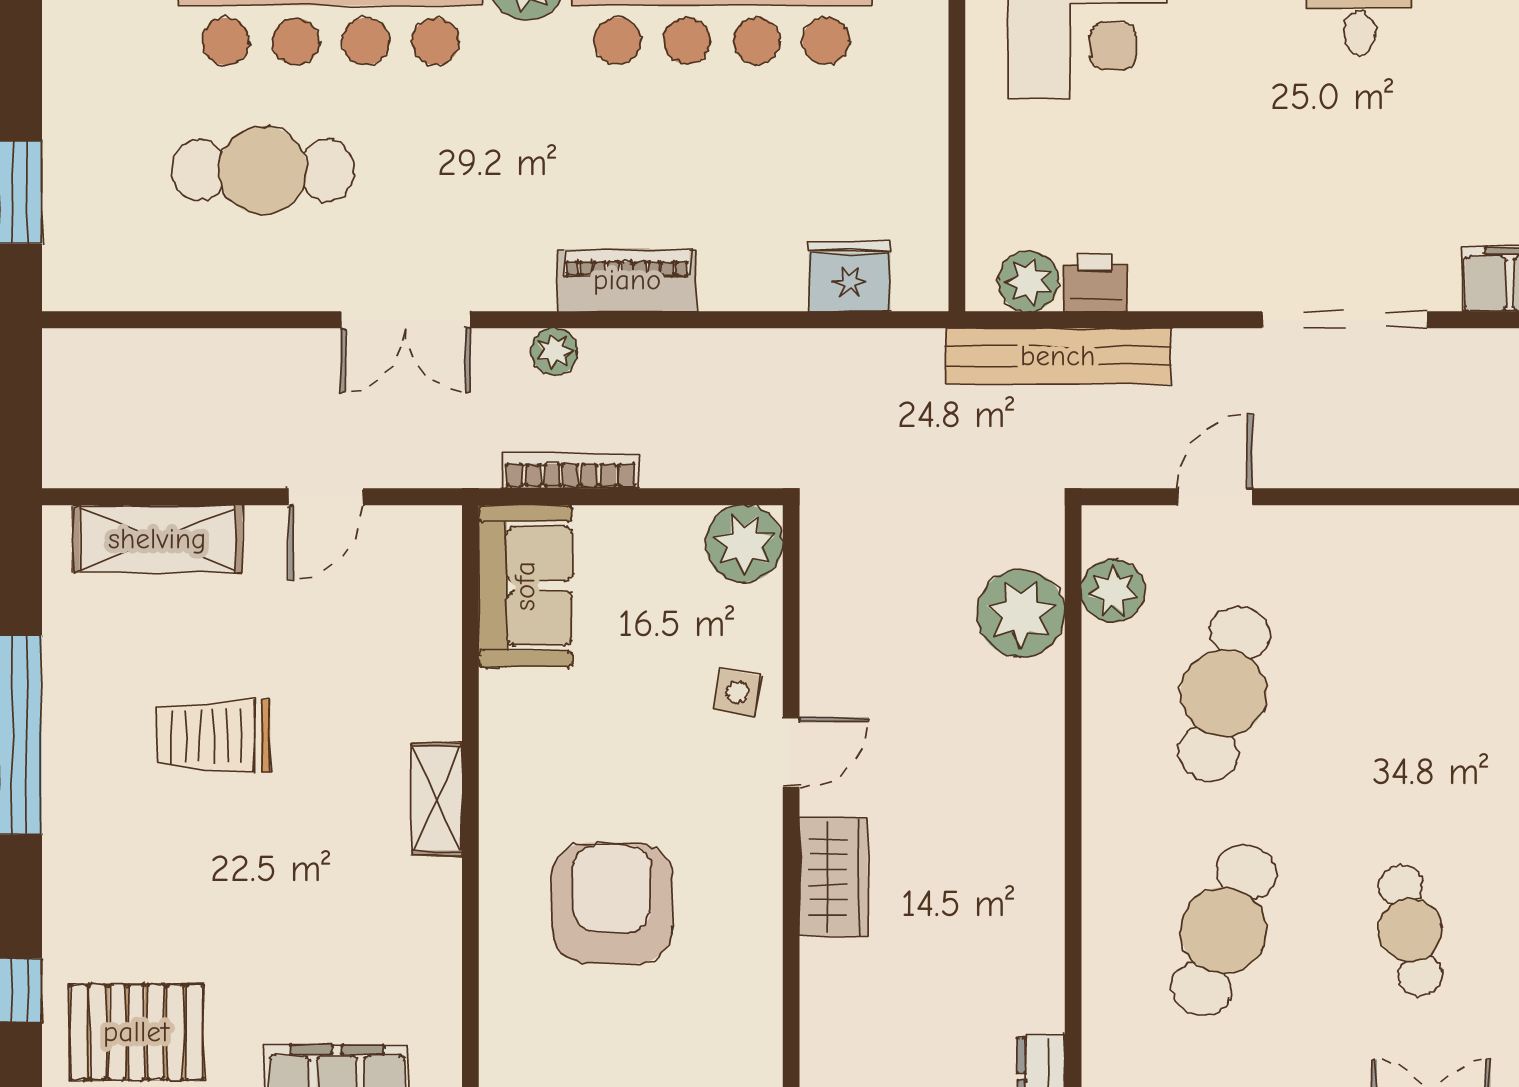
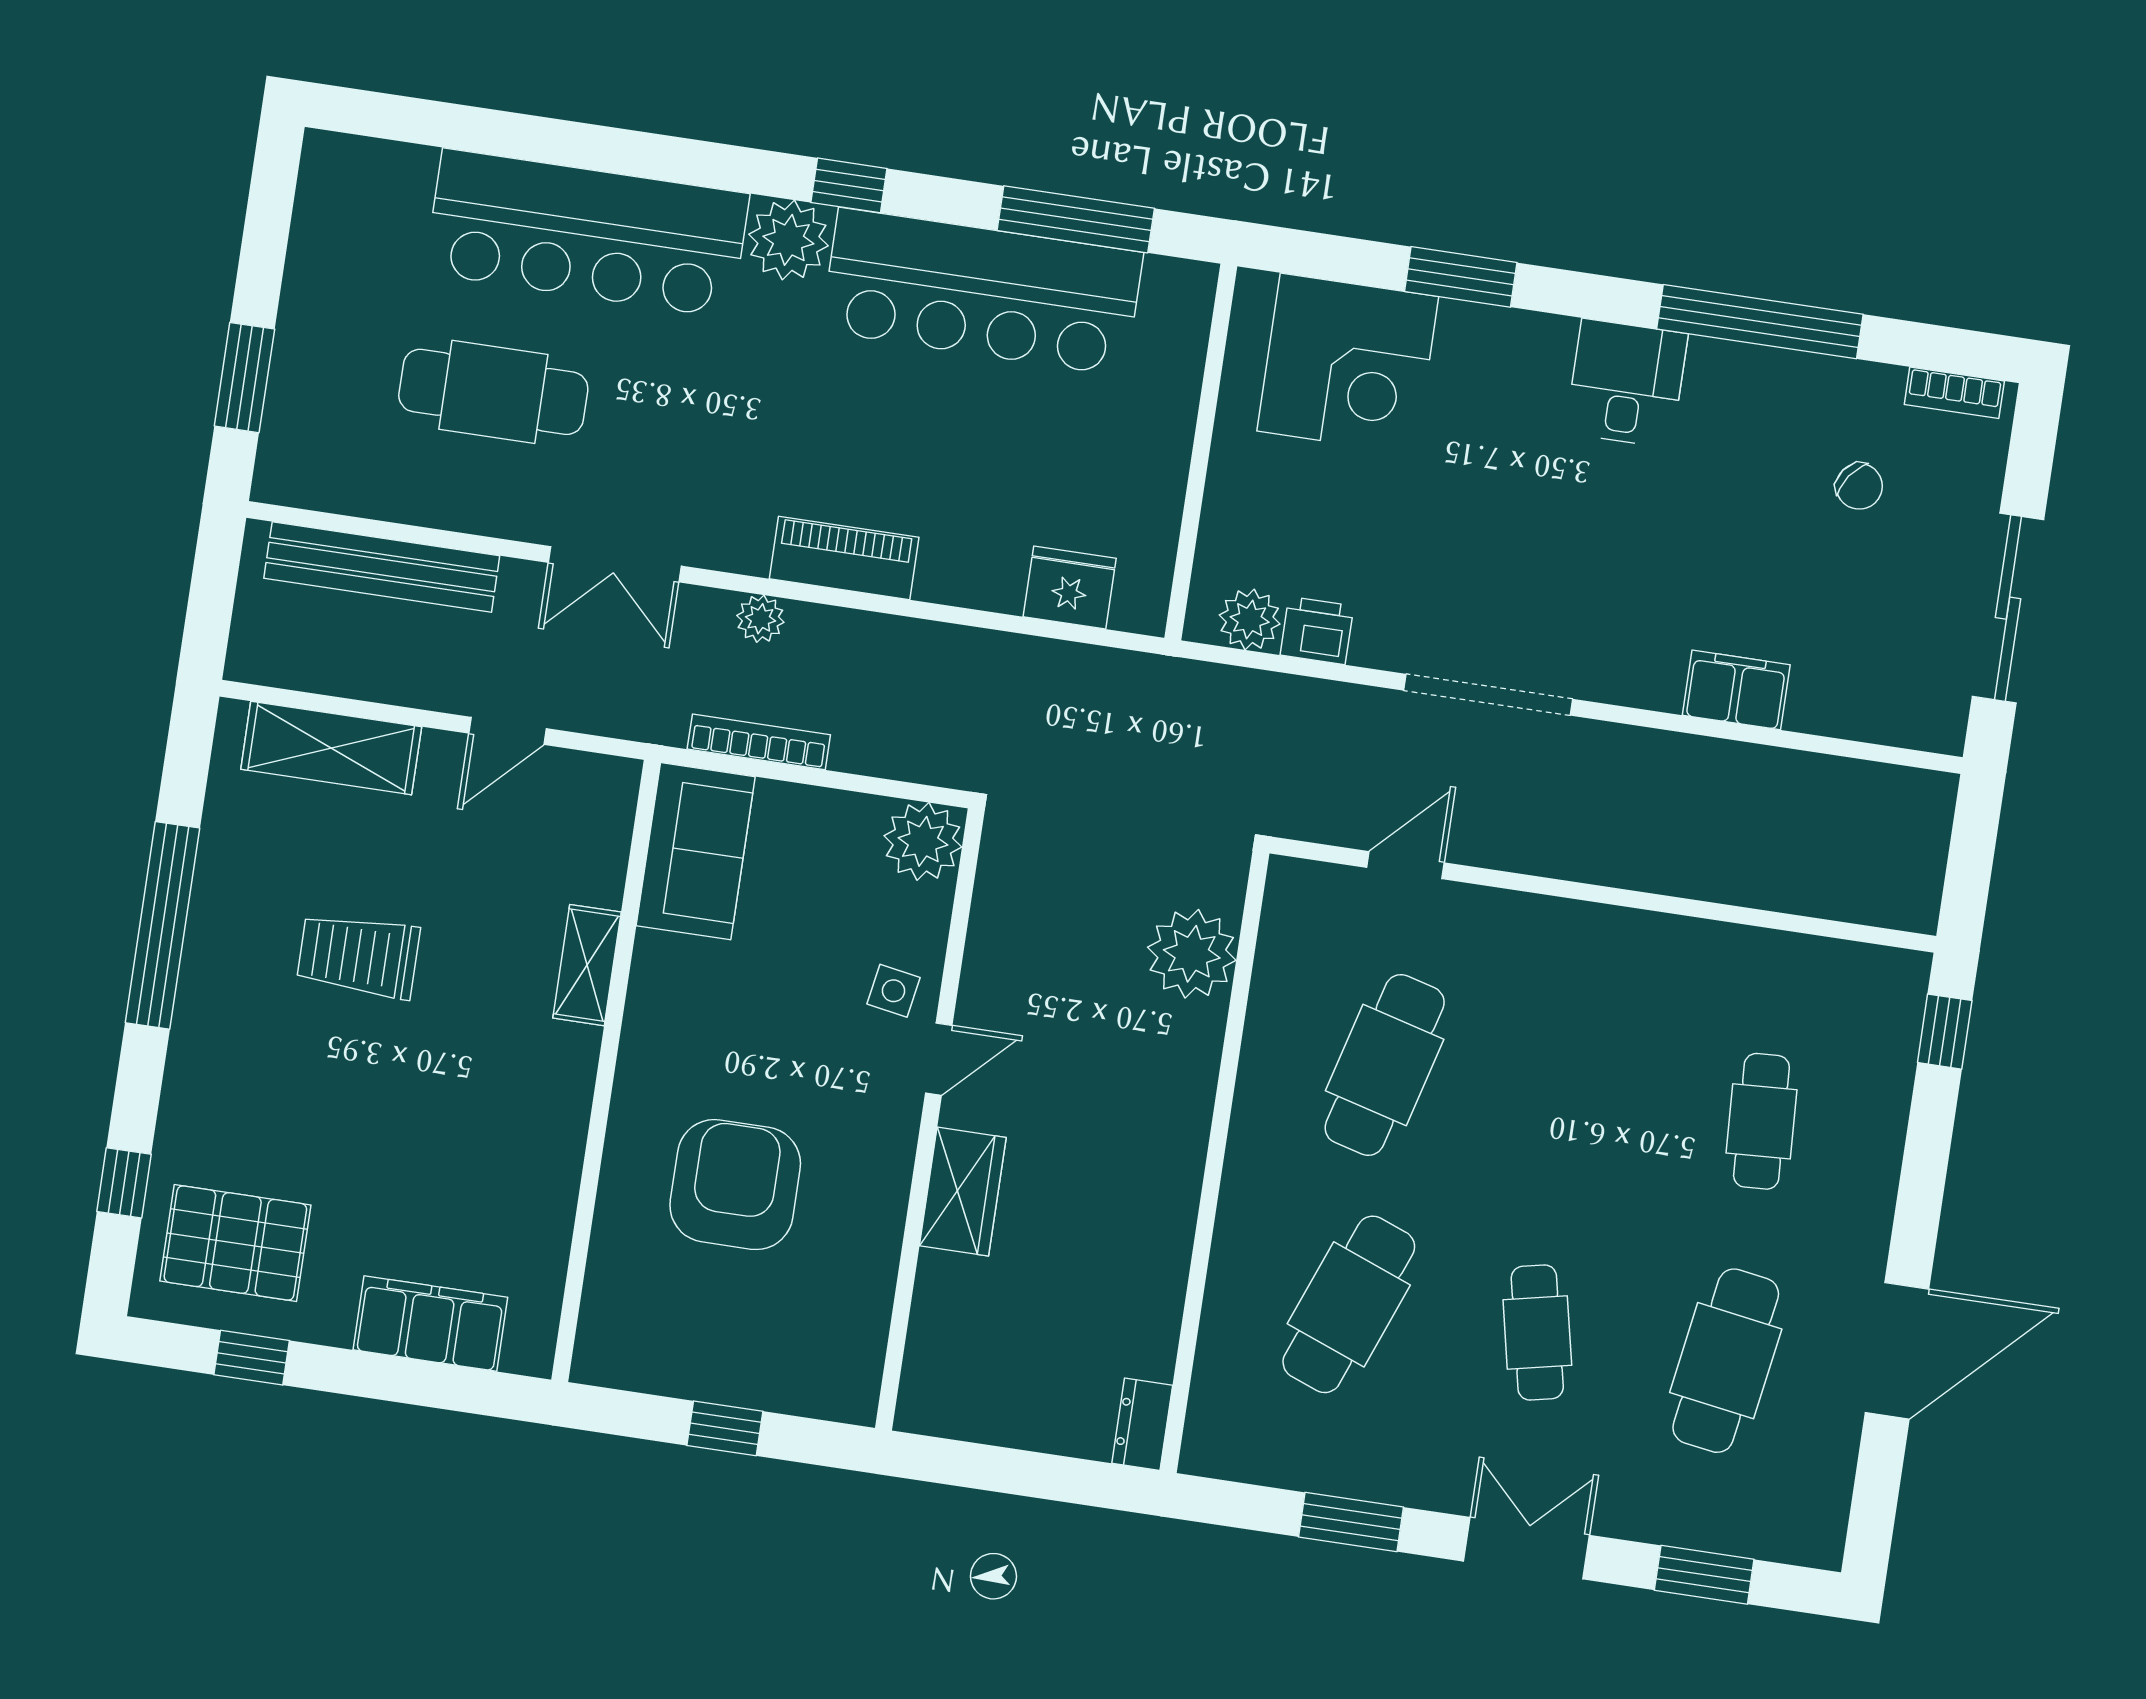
doorway: (1345, 320) -> (1488, 695), moved
bench: (1058, 356) -> (382, 567), moved
plant: (1113, 591) -> (1288, 945), removed
shelving: (437, 799) -> (587, 965), moved

